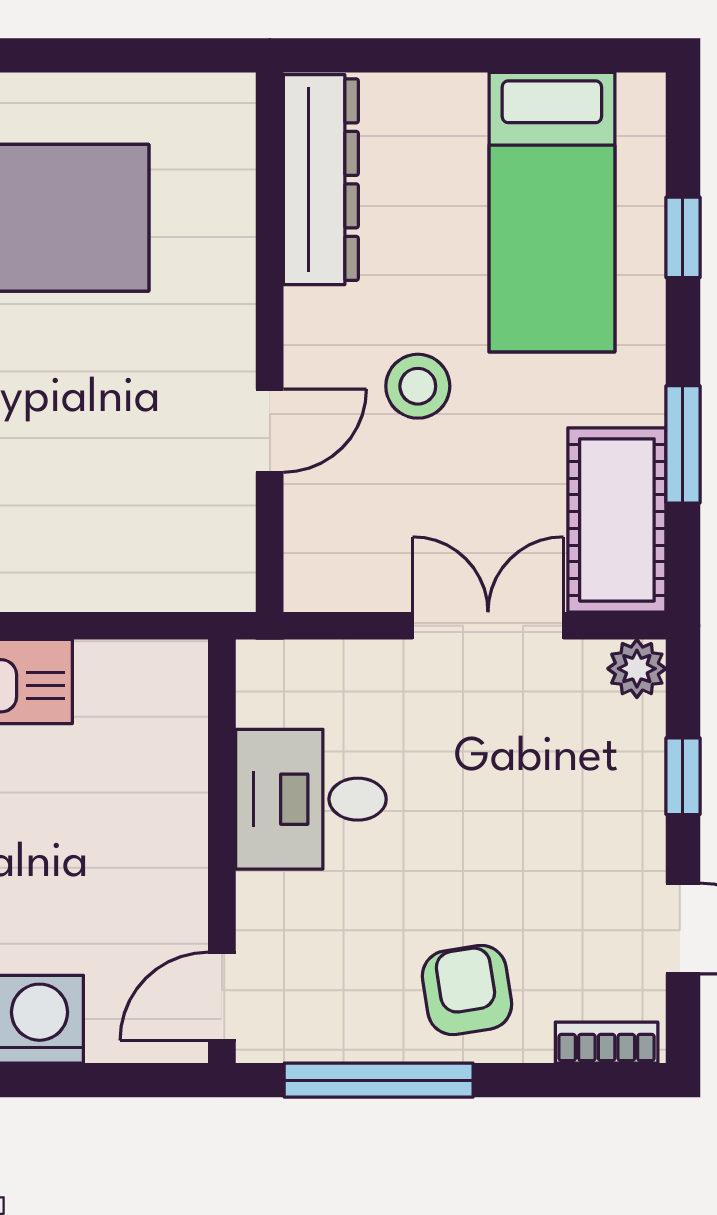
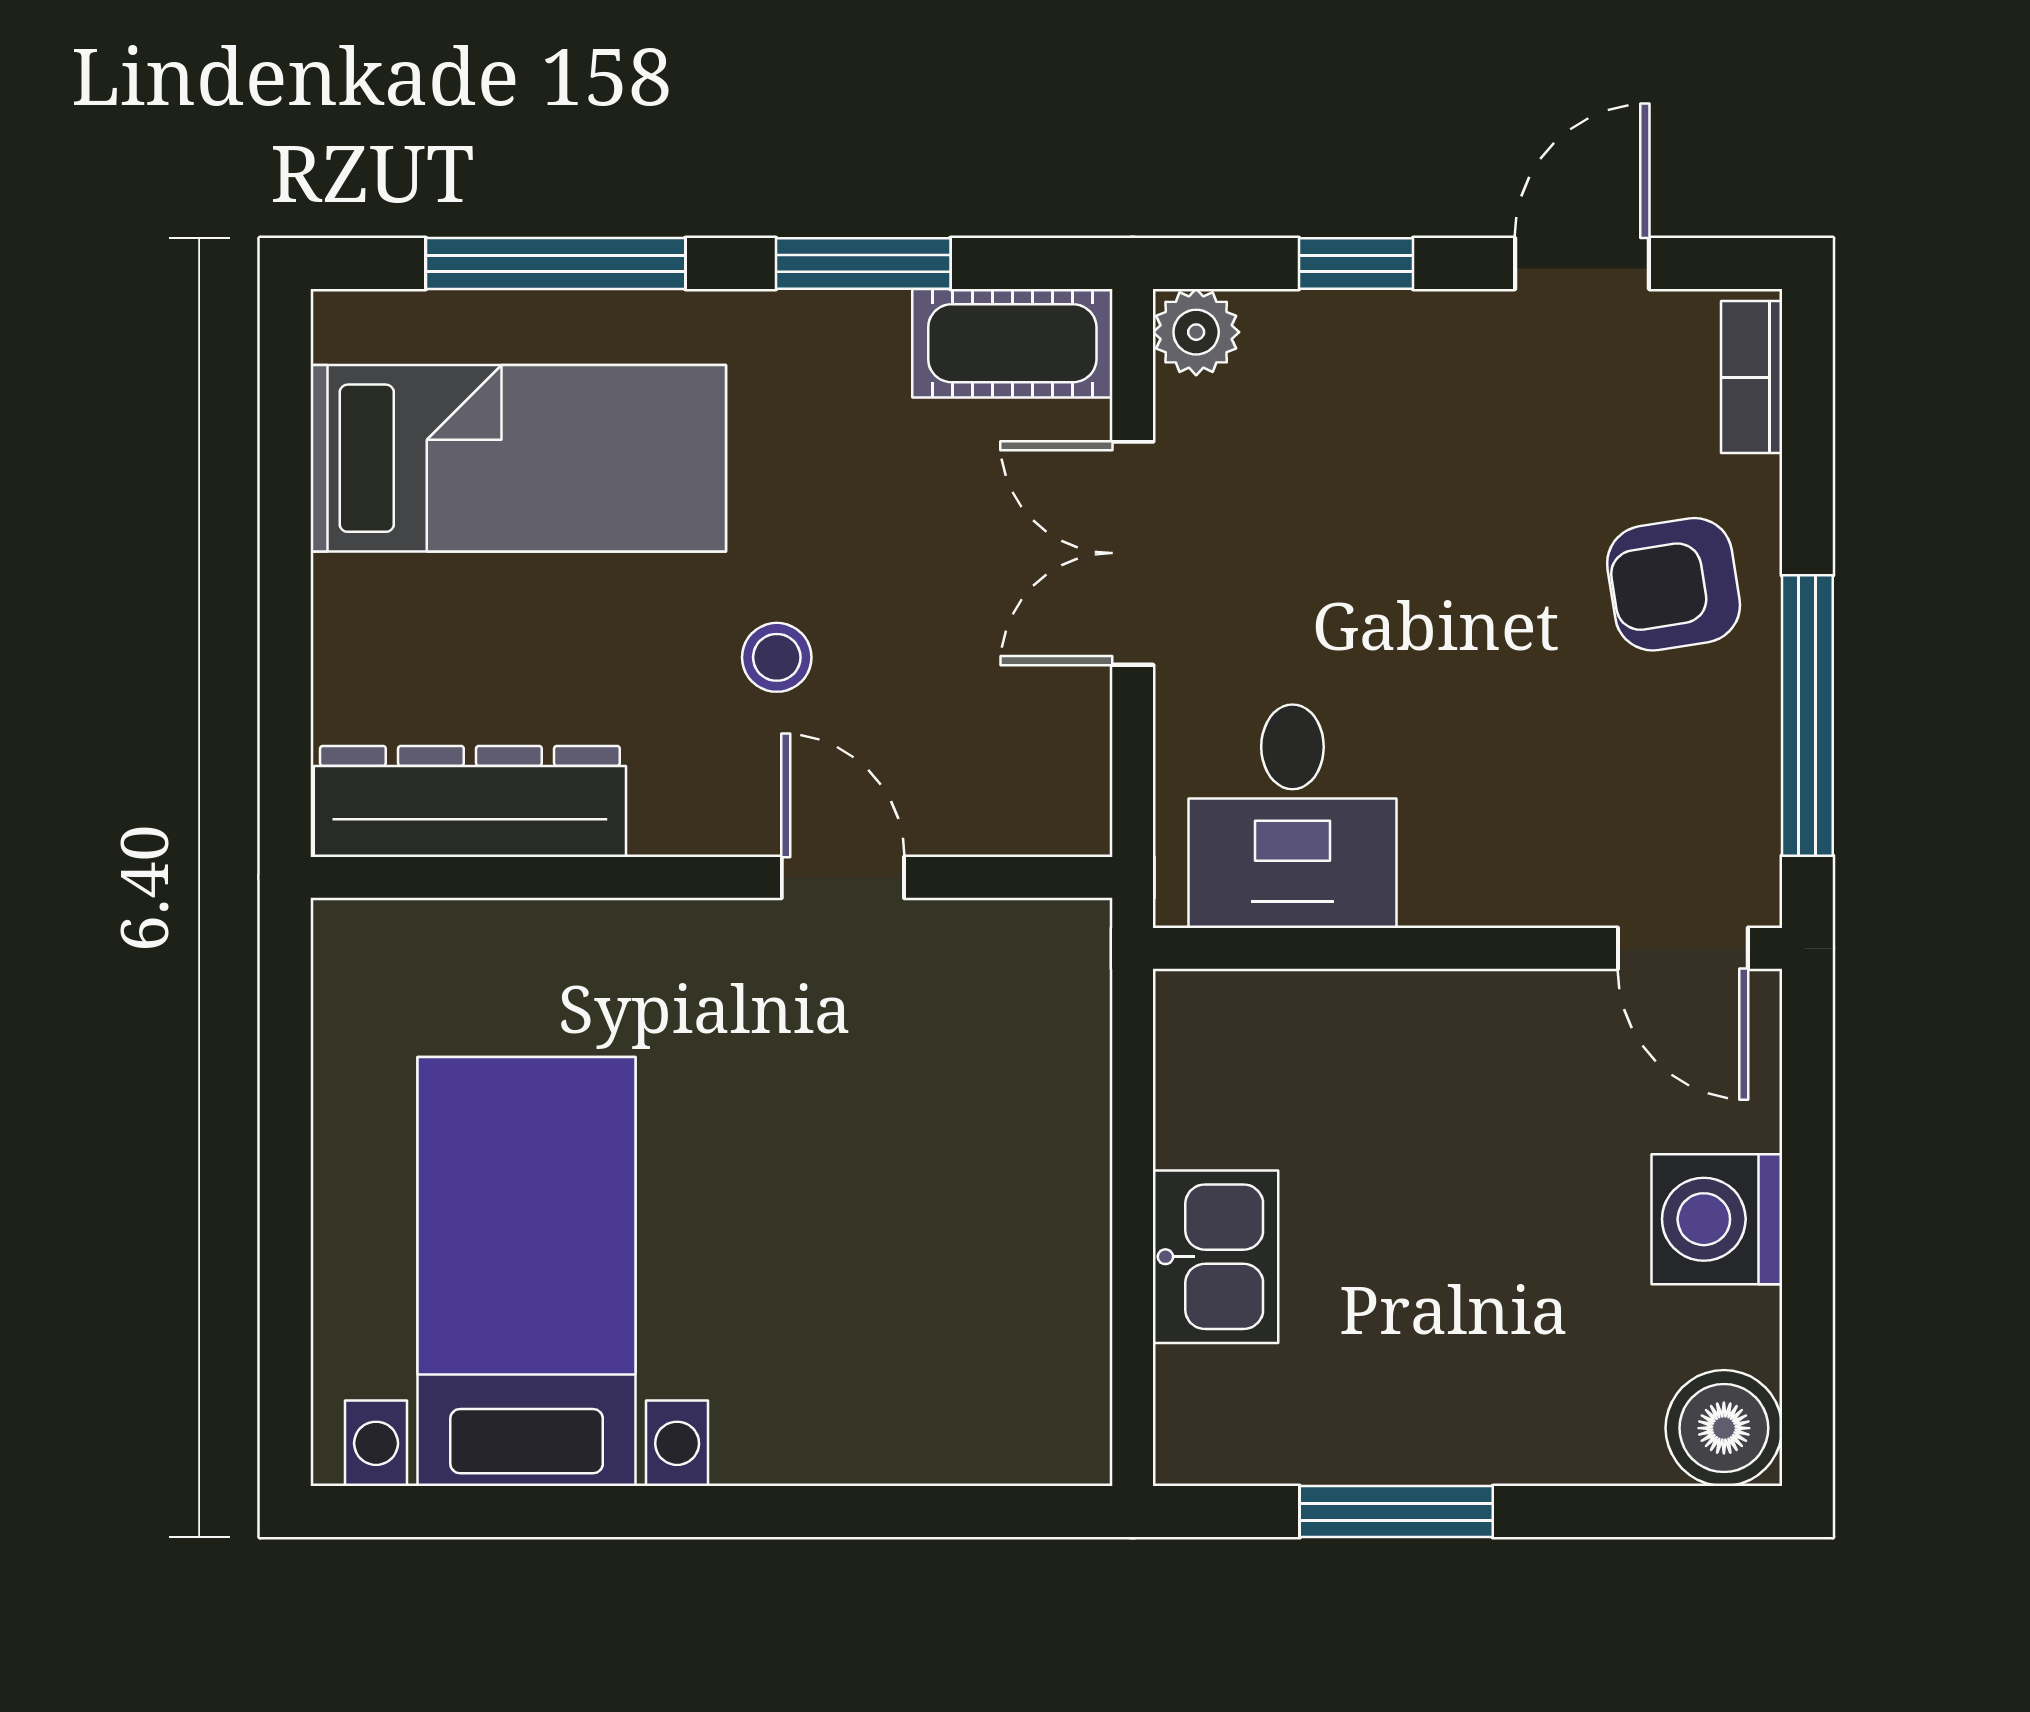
window: (683, 237) -> (556, 264), width x2.17
stool: (418, 386) -> (777, 657), width x0.73, depth x0.73
cot: (617, 520) -> (1012, 343), width x0.73, depth x0.75
desk: (311, 799) -> (1292, 816), moved

